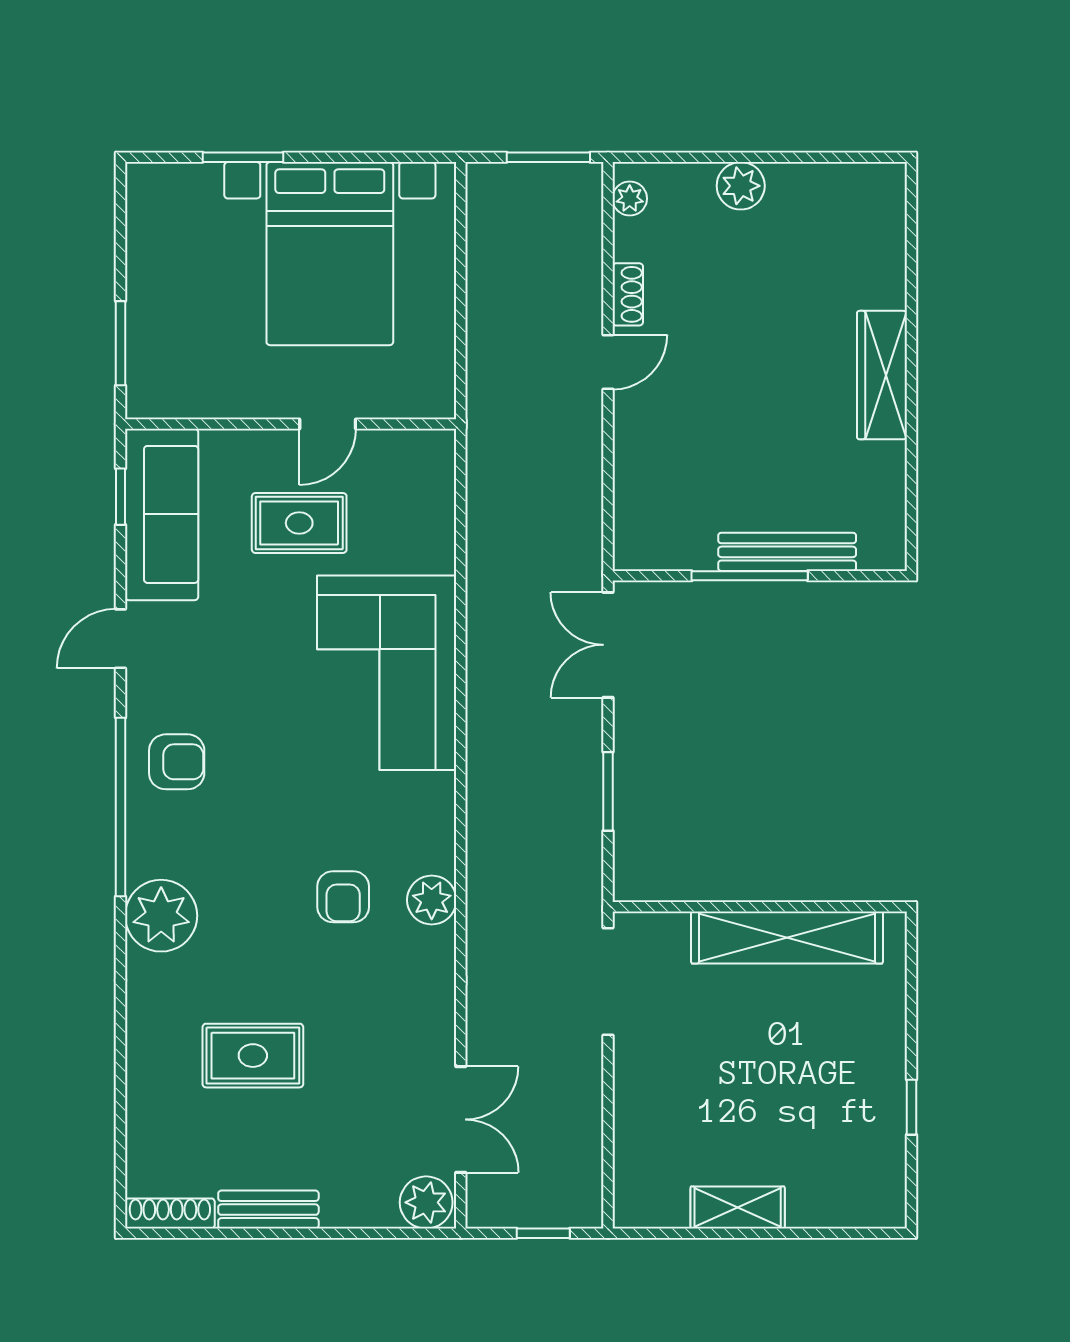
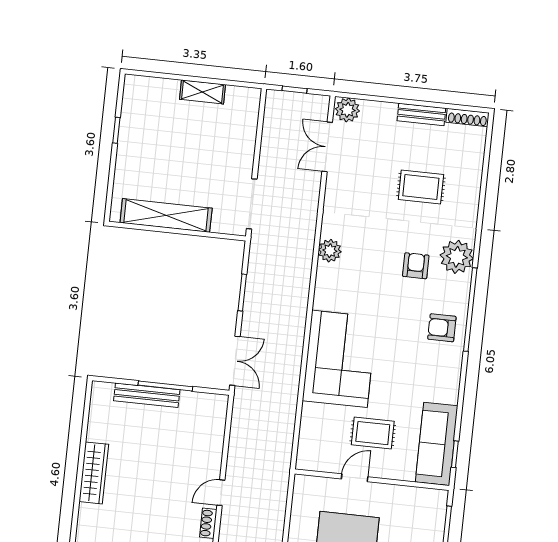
door: (121, 639) -> (462, 388), removed
armchair: (343, 897) -> (416, 266), moved

